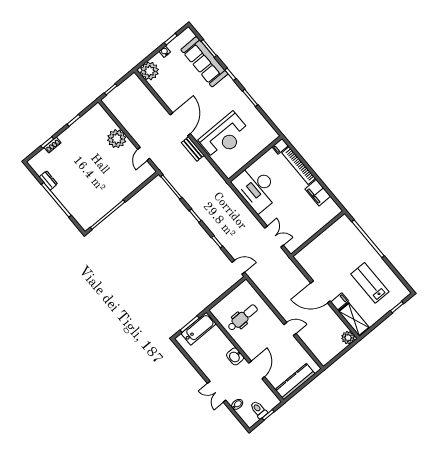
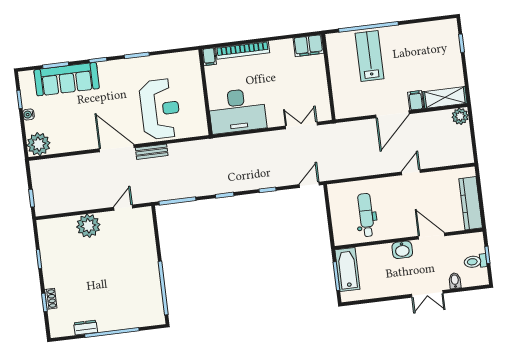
door: (144, 154) -> (123, 208), swing flipped
filing cabinet: (318, 193) -> (308, 46), moved
lab bench: (370, 283) -> (369, 56), moved, turned 90

